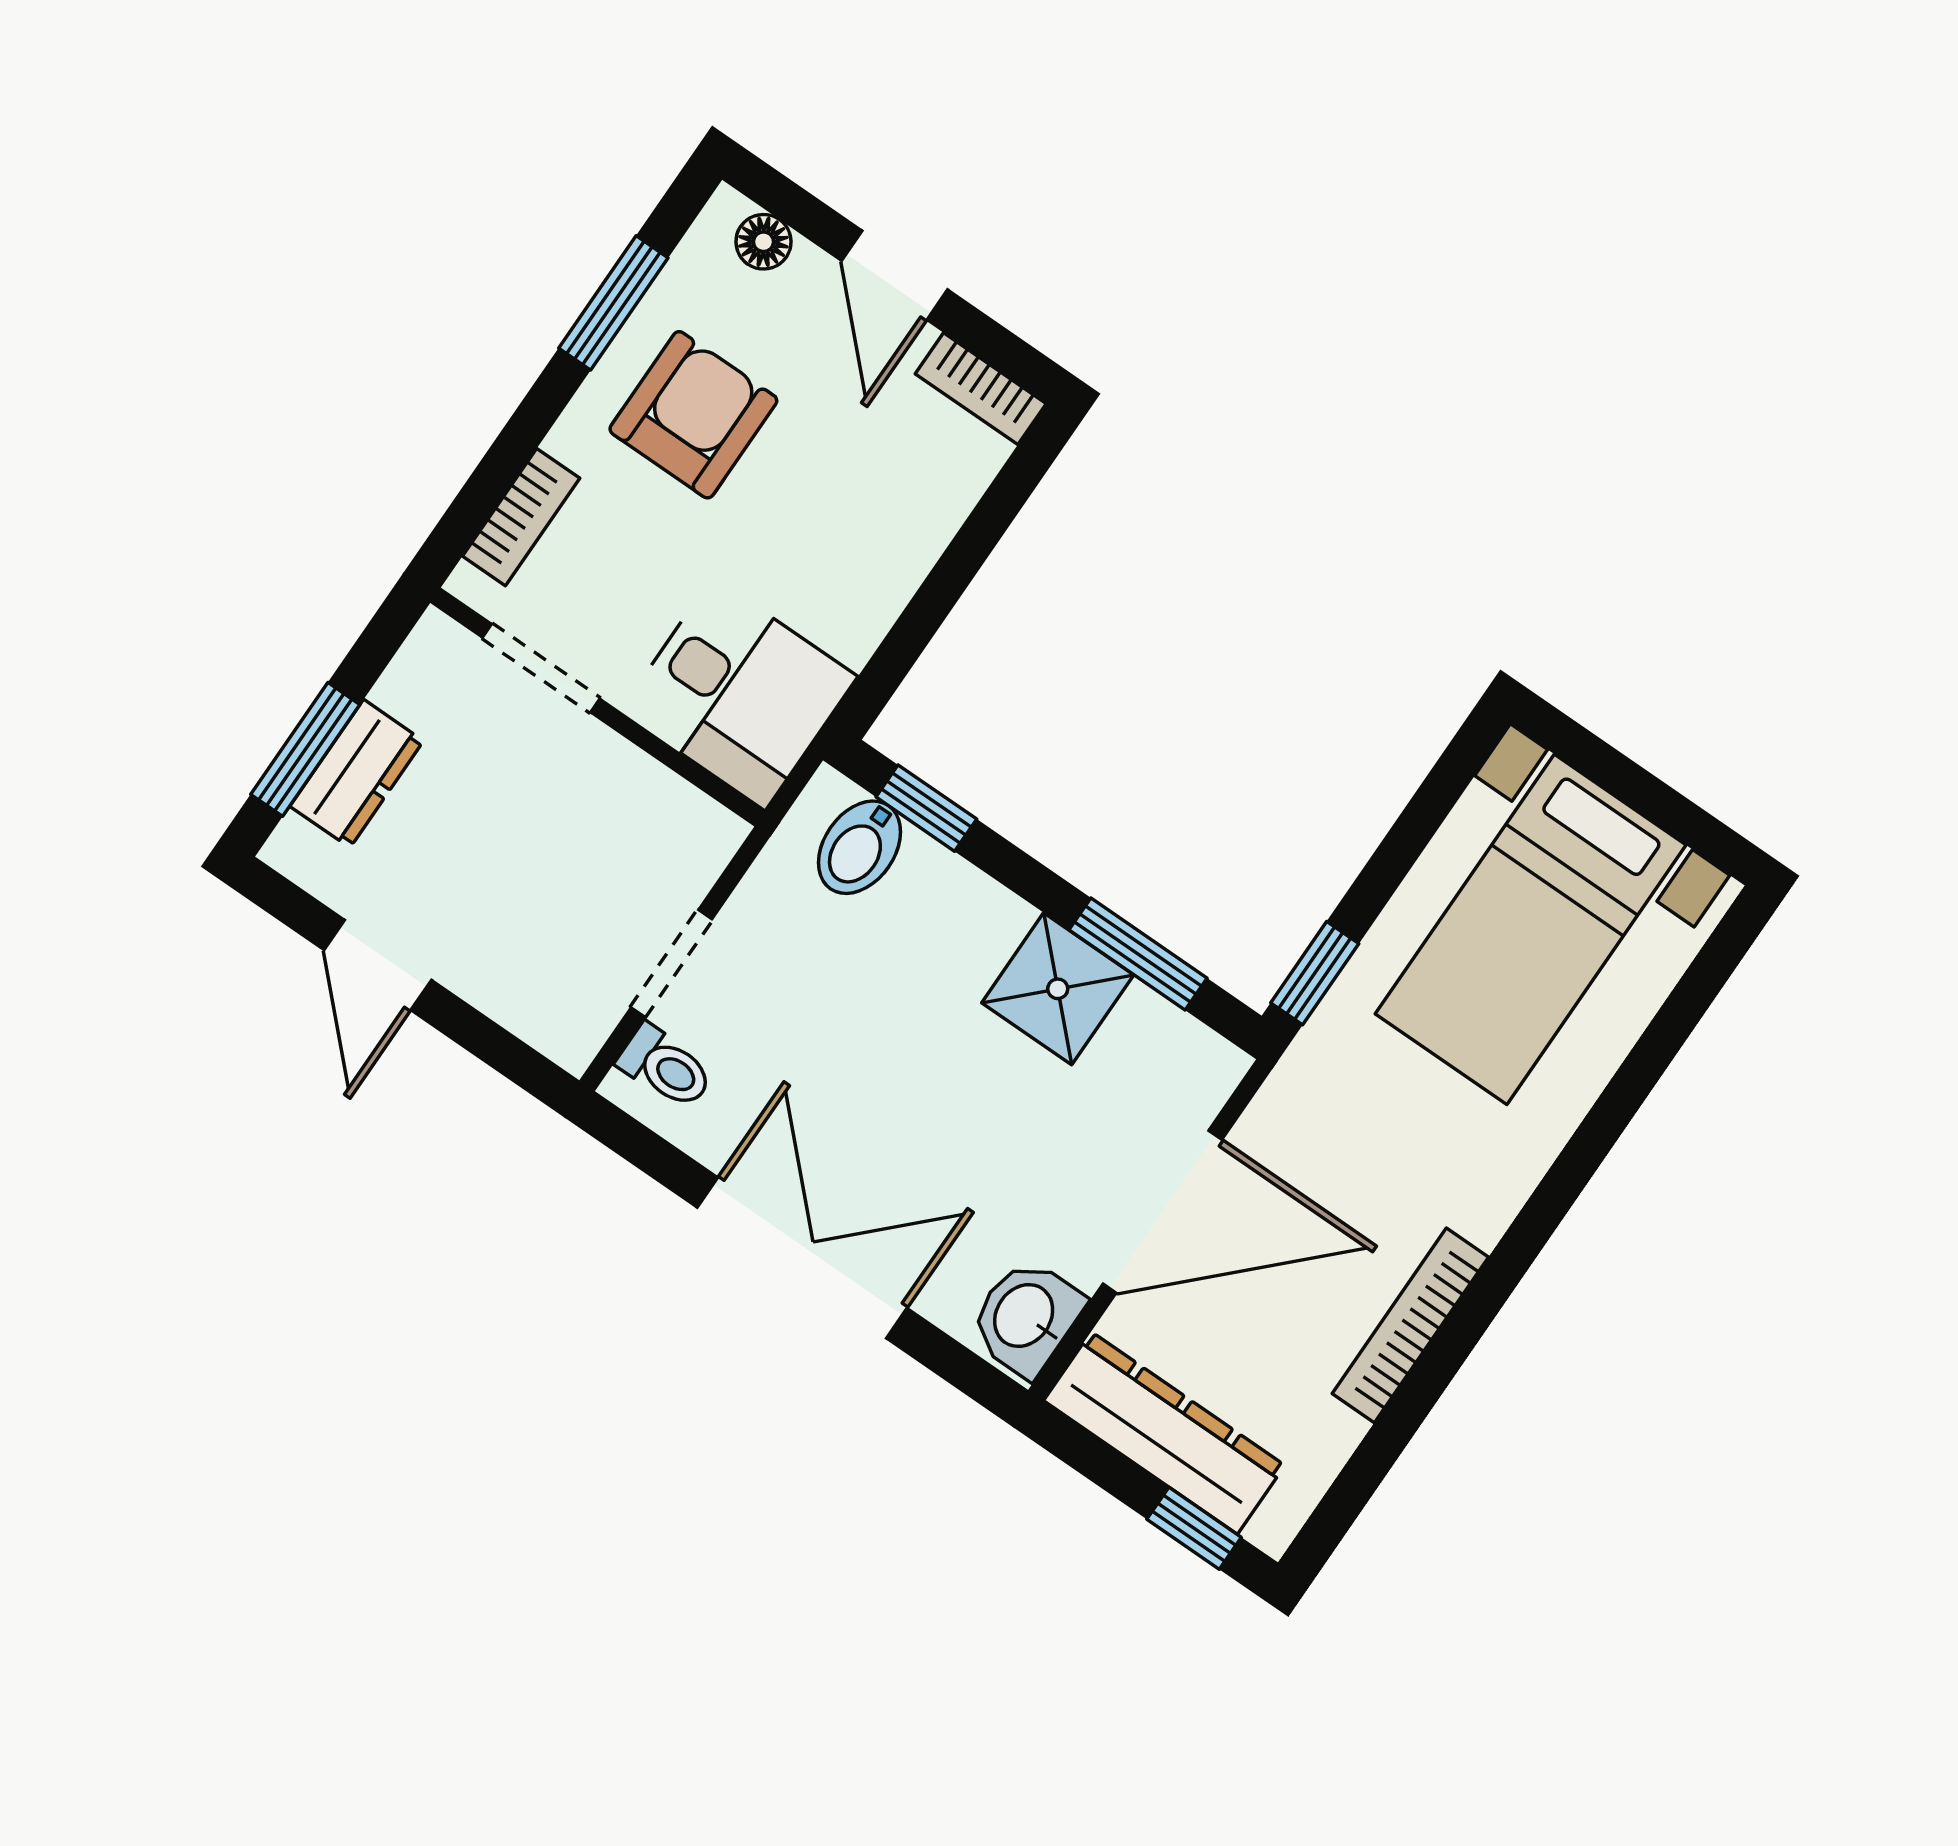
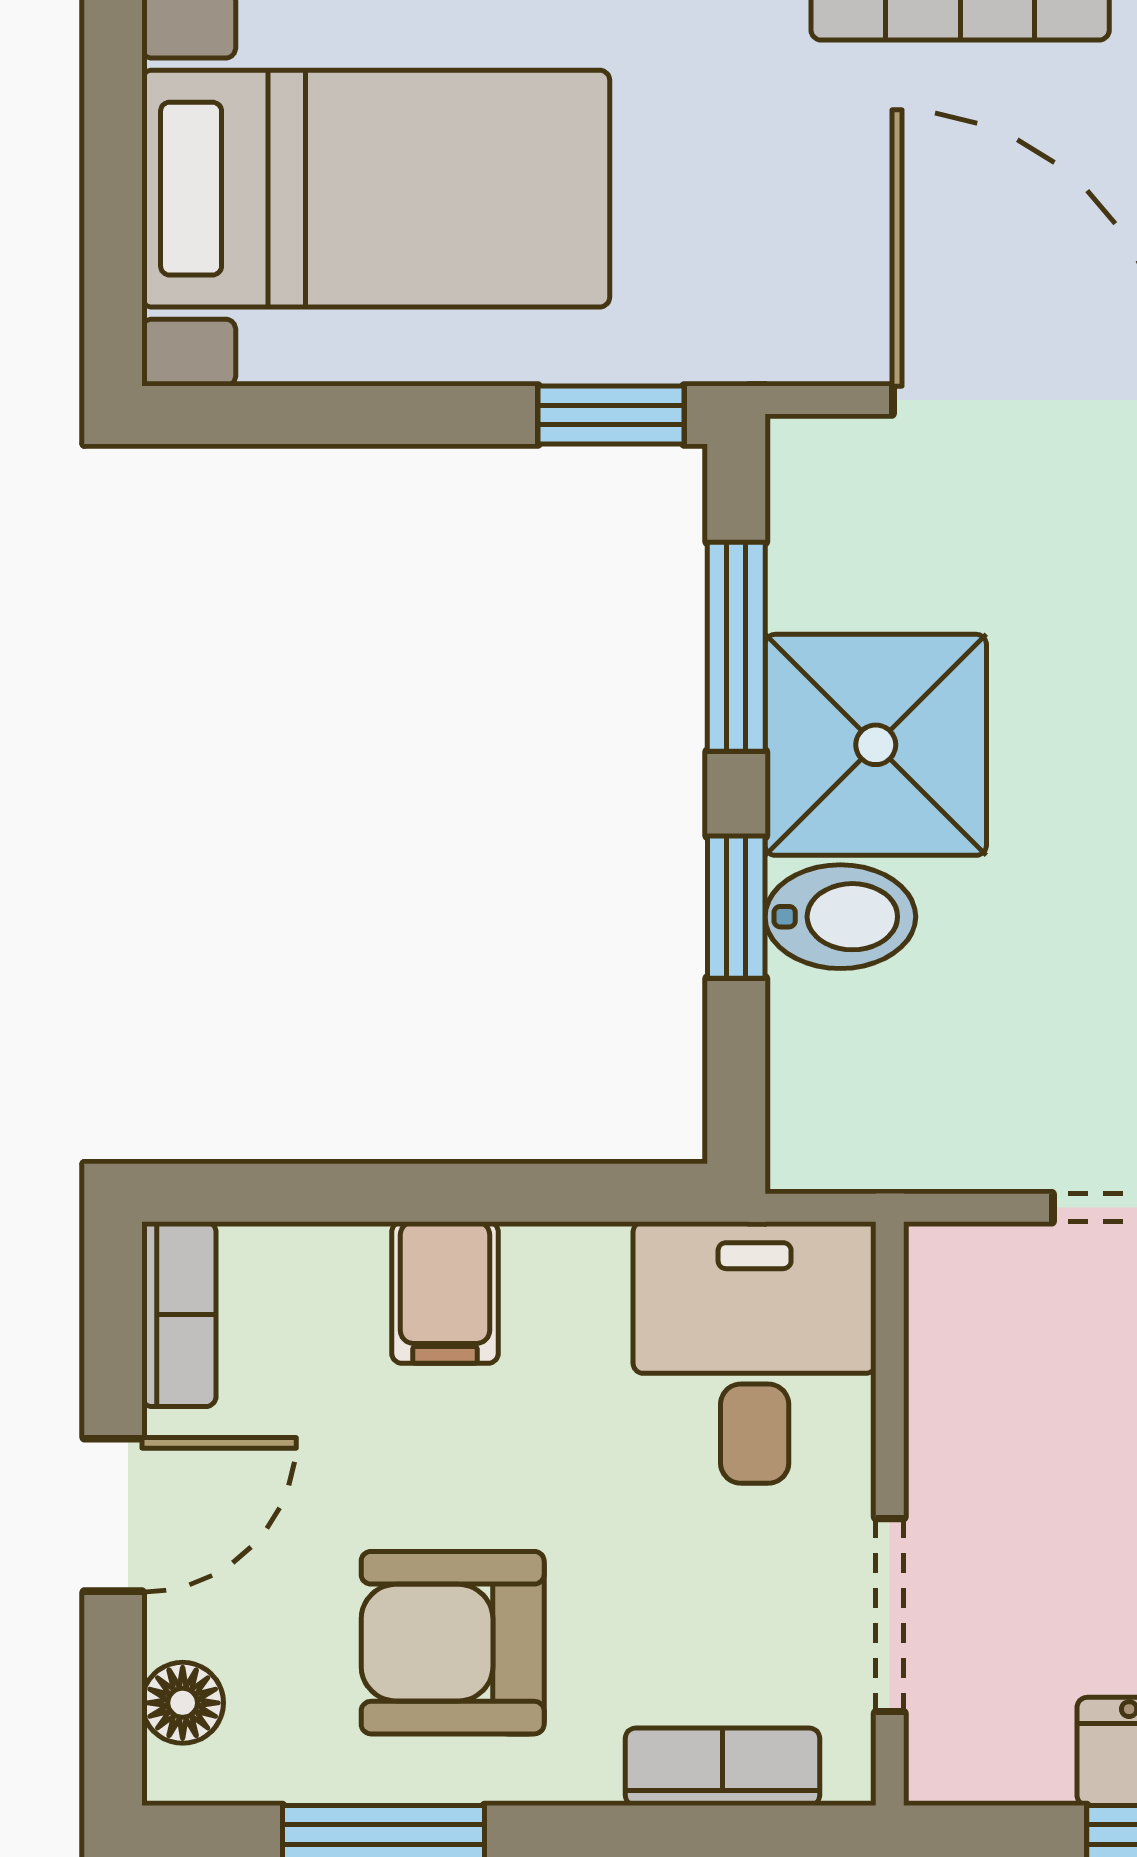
filing cabinet: (891, 545) -> (445, 1293), added
window: (926, 808) -> (736, 907), moved
bidet: (860, 847) -> (840, 917), moved
shower: (1058, 989) -> (876, 745), width x1.36, depth x1.36

